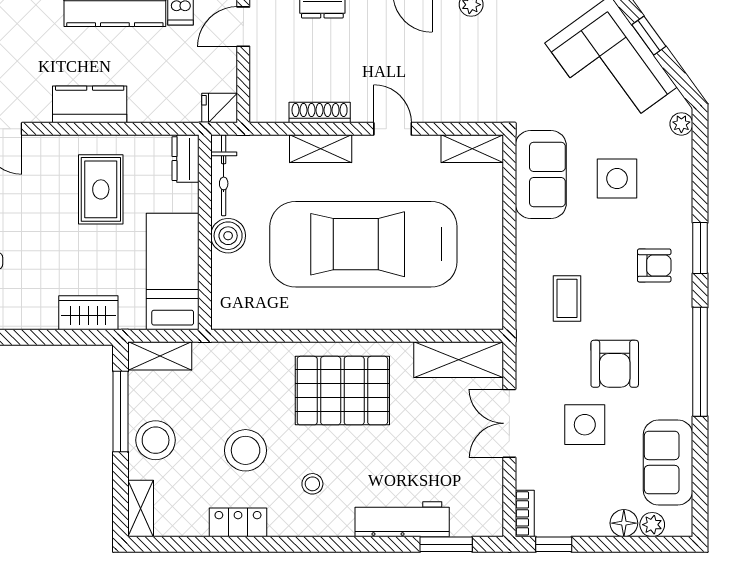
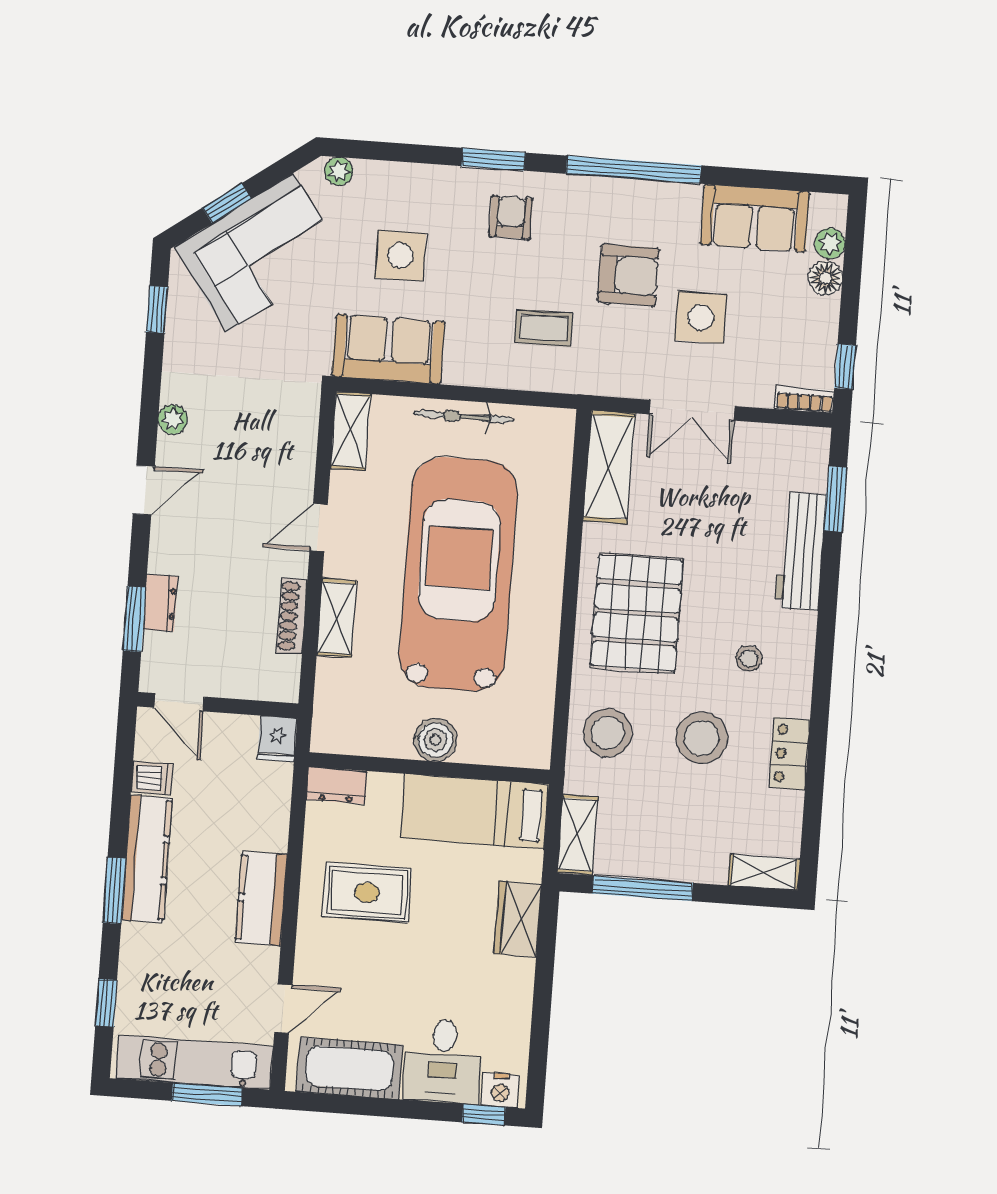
bicycle: (224, 175) -> (464, 417), moved, turned 180
car: (363, 244) -> (458, 574), turned 180
stool: (156, 440) -> (608, 733), moved

